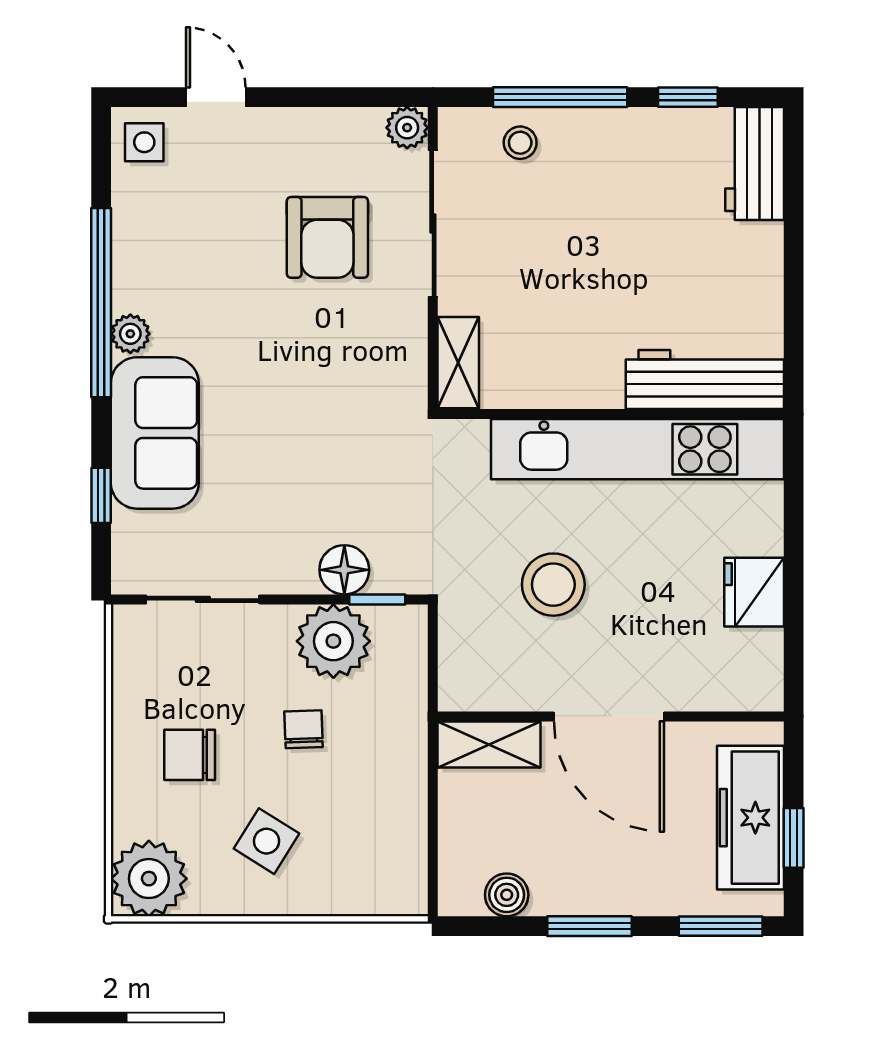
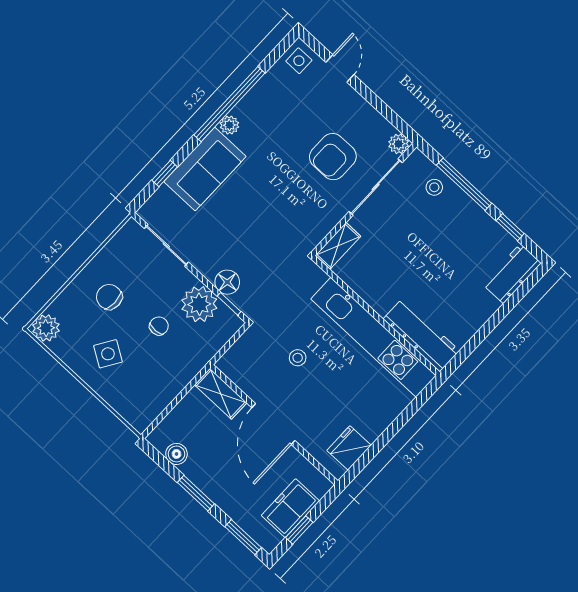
stool: (553, 585) -> (298, 358), width x0.53, depth x0.53
fridge: (754, 592) -> (349, 448), moved
freezer: (751, 818) -> (290, 508), width x0.71
plant: (149, 879) -> (46, 328), width x0.73, depth x0.73

